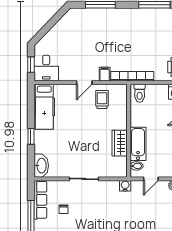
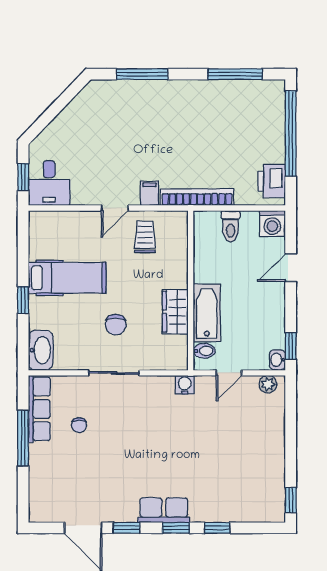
toilet: (140, 93) -> (231, 226), moved
hospital bed: (44, 107) -> (67, 278), moved, turned -90
chair: (85, 151) -> (116, 325), added

